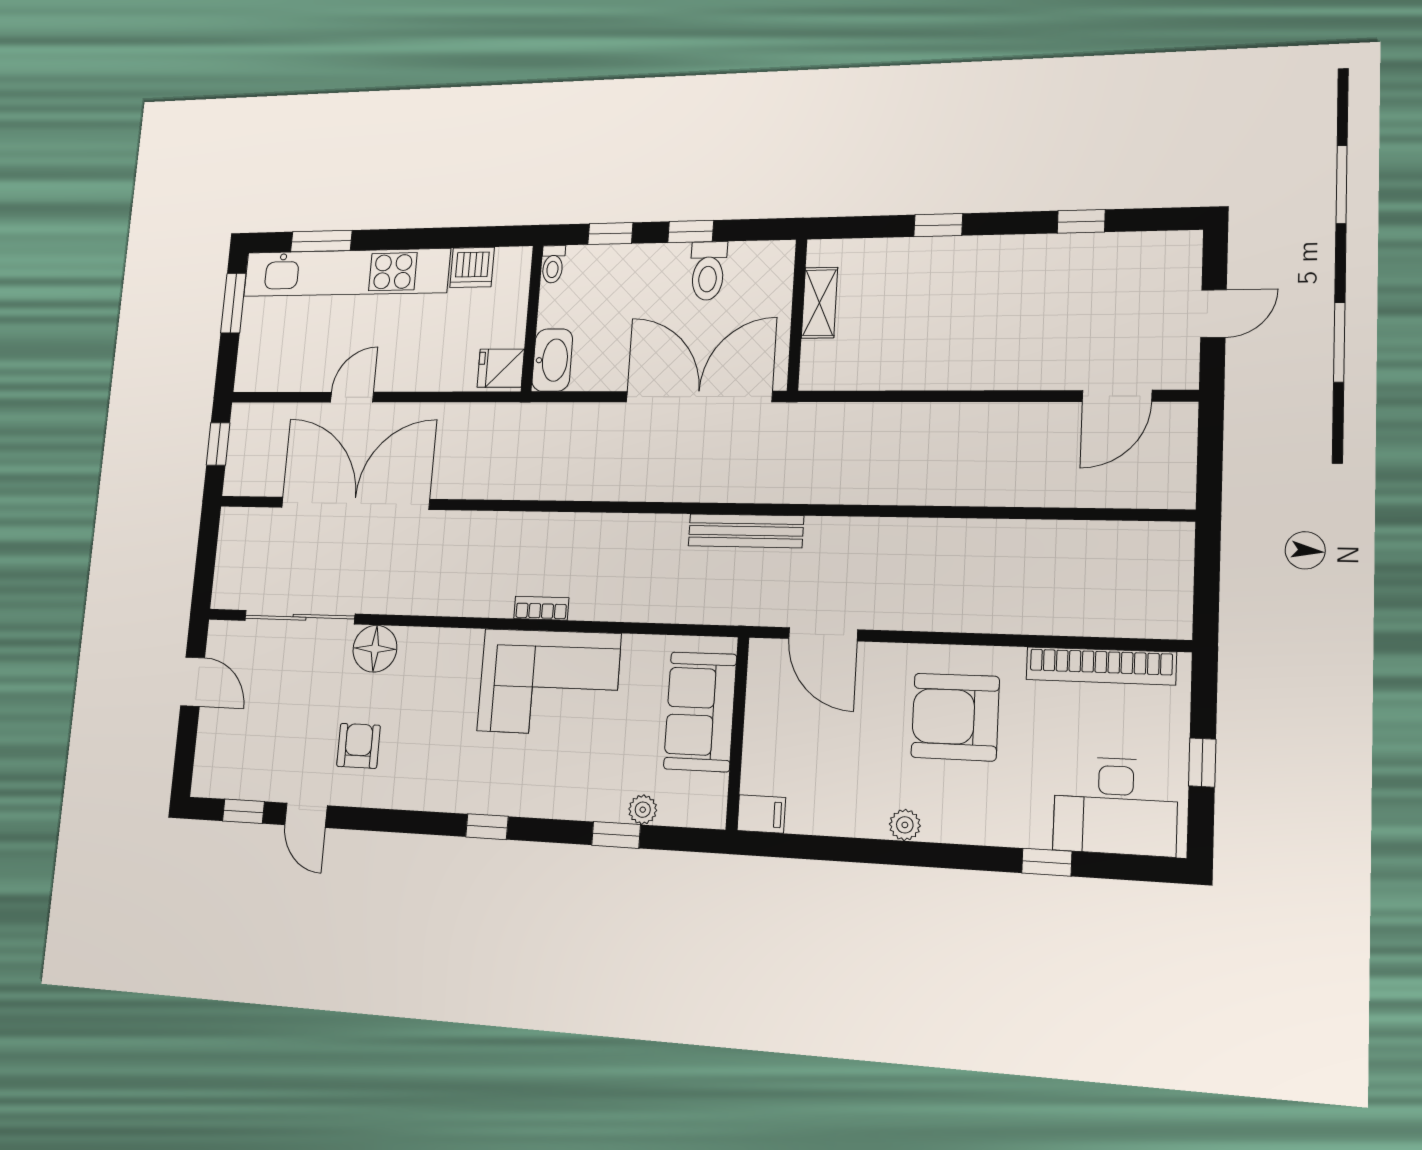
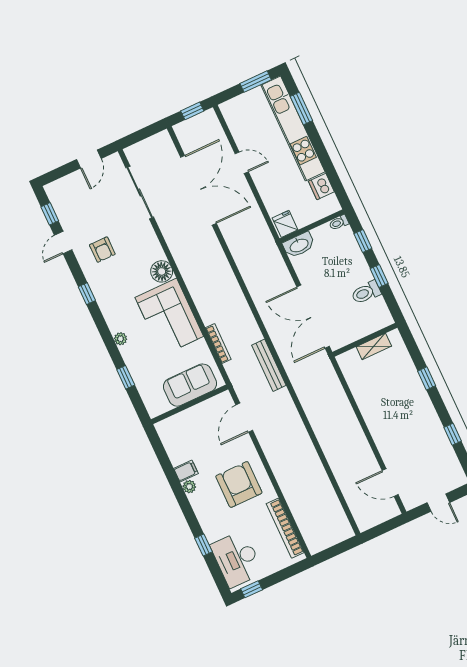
double door: (699, 397) -> (313, 317), swing flipped
bookcase: (541, 608) -> (218, 344), moved, width x1.56
floor lamp: (375, 649) -> (162, 271), moved
armchair: (359, 746) -> (102, 250), turned 90
window: (1202, 762) -> (252, 589), moved
plant: (643, 810) -> (120, 339), moved
filing cabinet: (761, 814) -> (186, 471), moved, turned -90
window: (487, 827) -> (87, 294), moved

